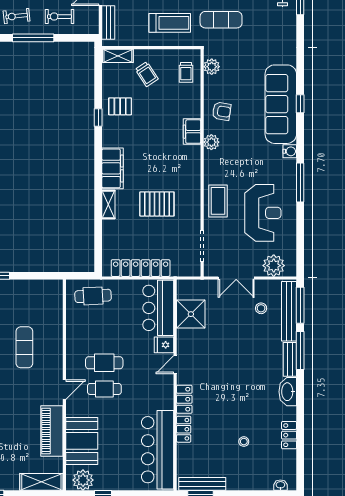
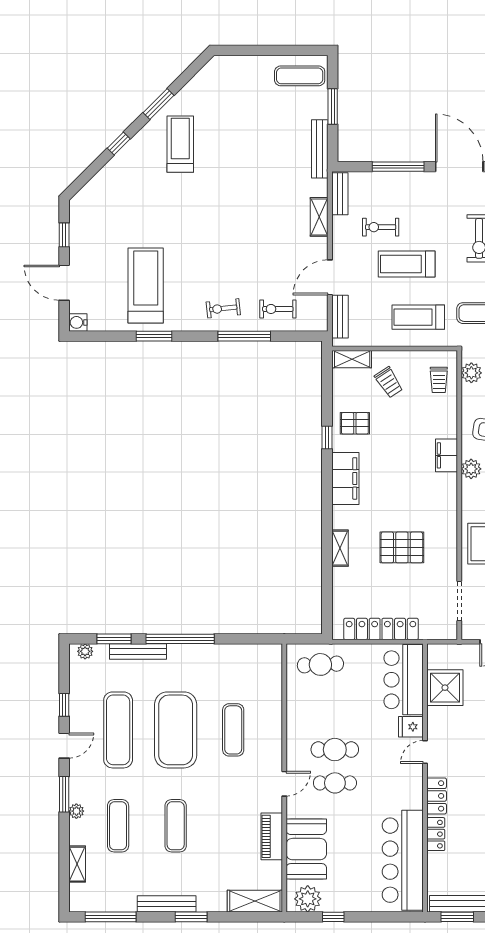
treadmill: (170, 23) -> (418, 317), turned 180
filing cabinet: (113, 168) -> (345, 478), moved
piano: (52, 431) -> (272, 836), width x0.73, depth x0.75

